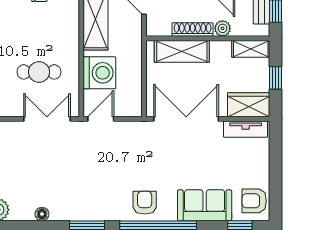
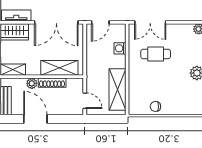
washing machine: (99, 73) -> (120, 48), width x0.53, depth x0.53
door: (101, 119) -> (100, 22), moved

